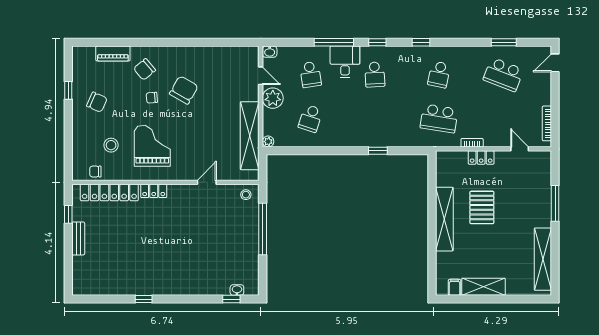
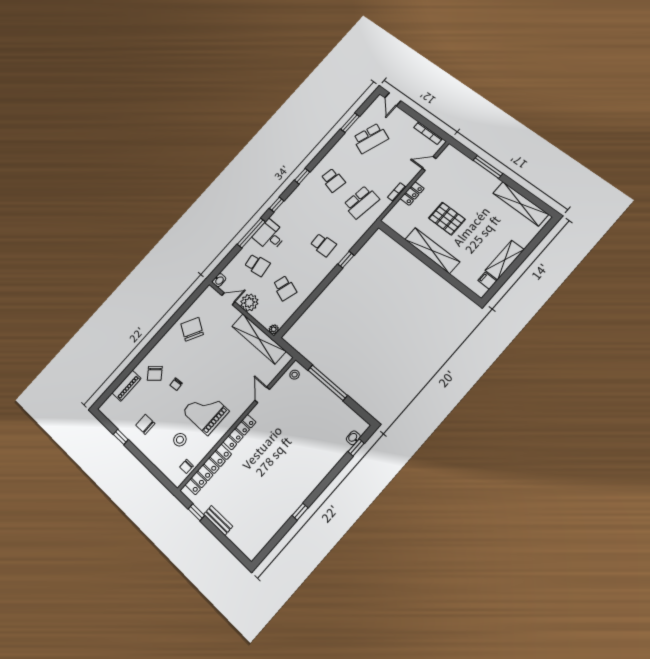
school desk: (375, 74) -> (323, 245), moved
chair: (184, 90) -> (192, 329), moved
chair: (97, 102) -> (145, 424), turned -114
locker: (154, 191) -> (239, 432), width x1.53

